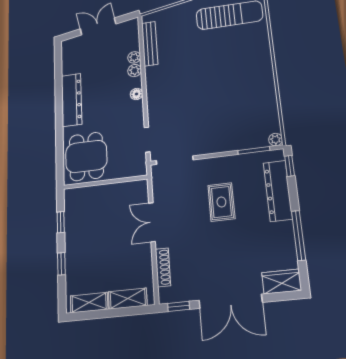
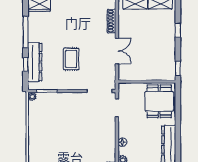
window: (290, 166) -> (25, 64), moved
window: (61, 222) -> (178, 68), moved

